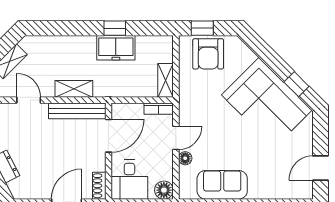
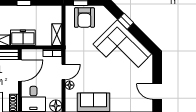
freezer: (116, 48) -> (23, 38), moved, turned 180
window: (296, 84) -> (126, 21), moved
door: (321, 168) -> (157, 91), hinge flipped

